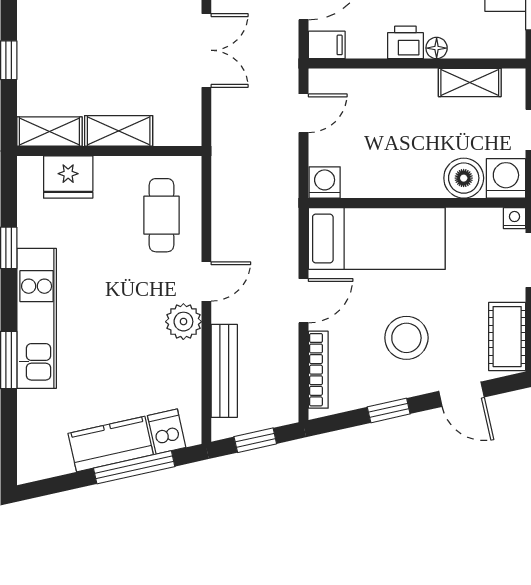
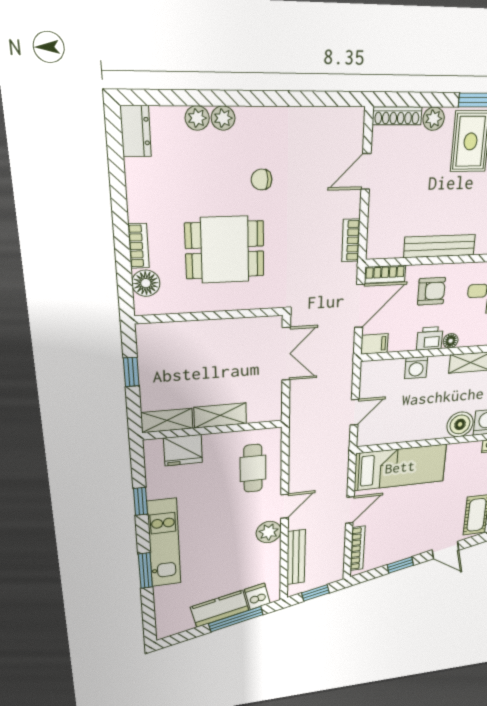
door: (304, 113) -> (355, 412), moved
washing machine: (325, 182) -> (416, 368), moved, turned 180
stool: (406, 338) -> (415, 523), removed

